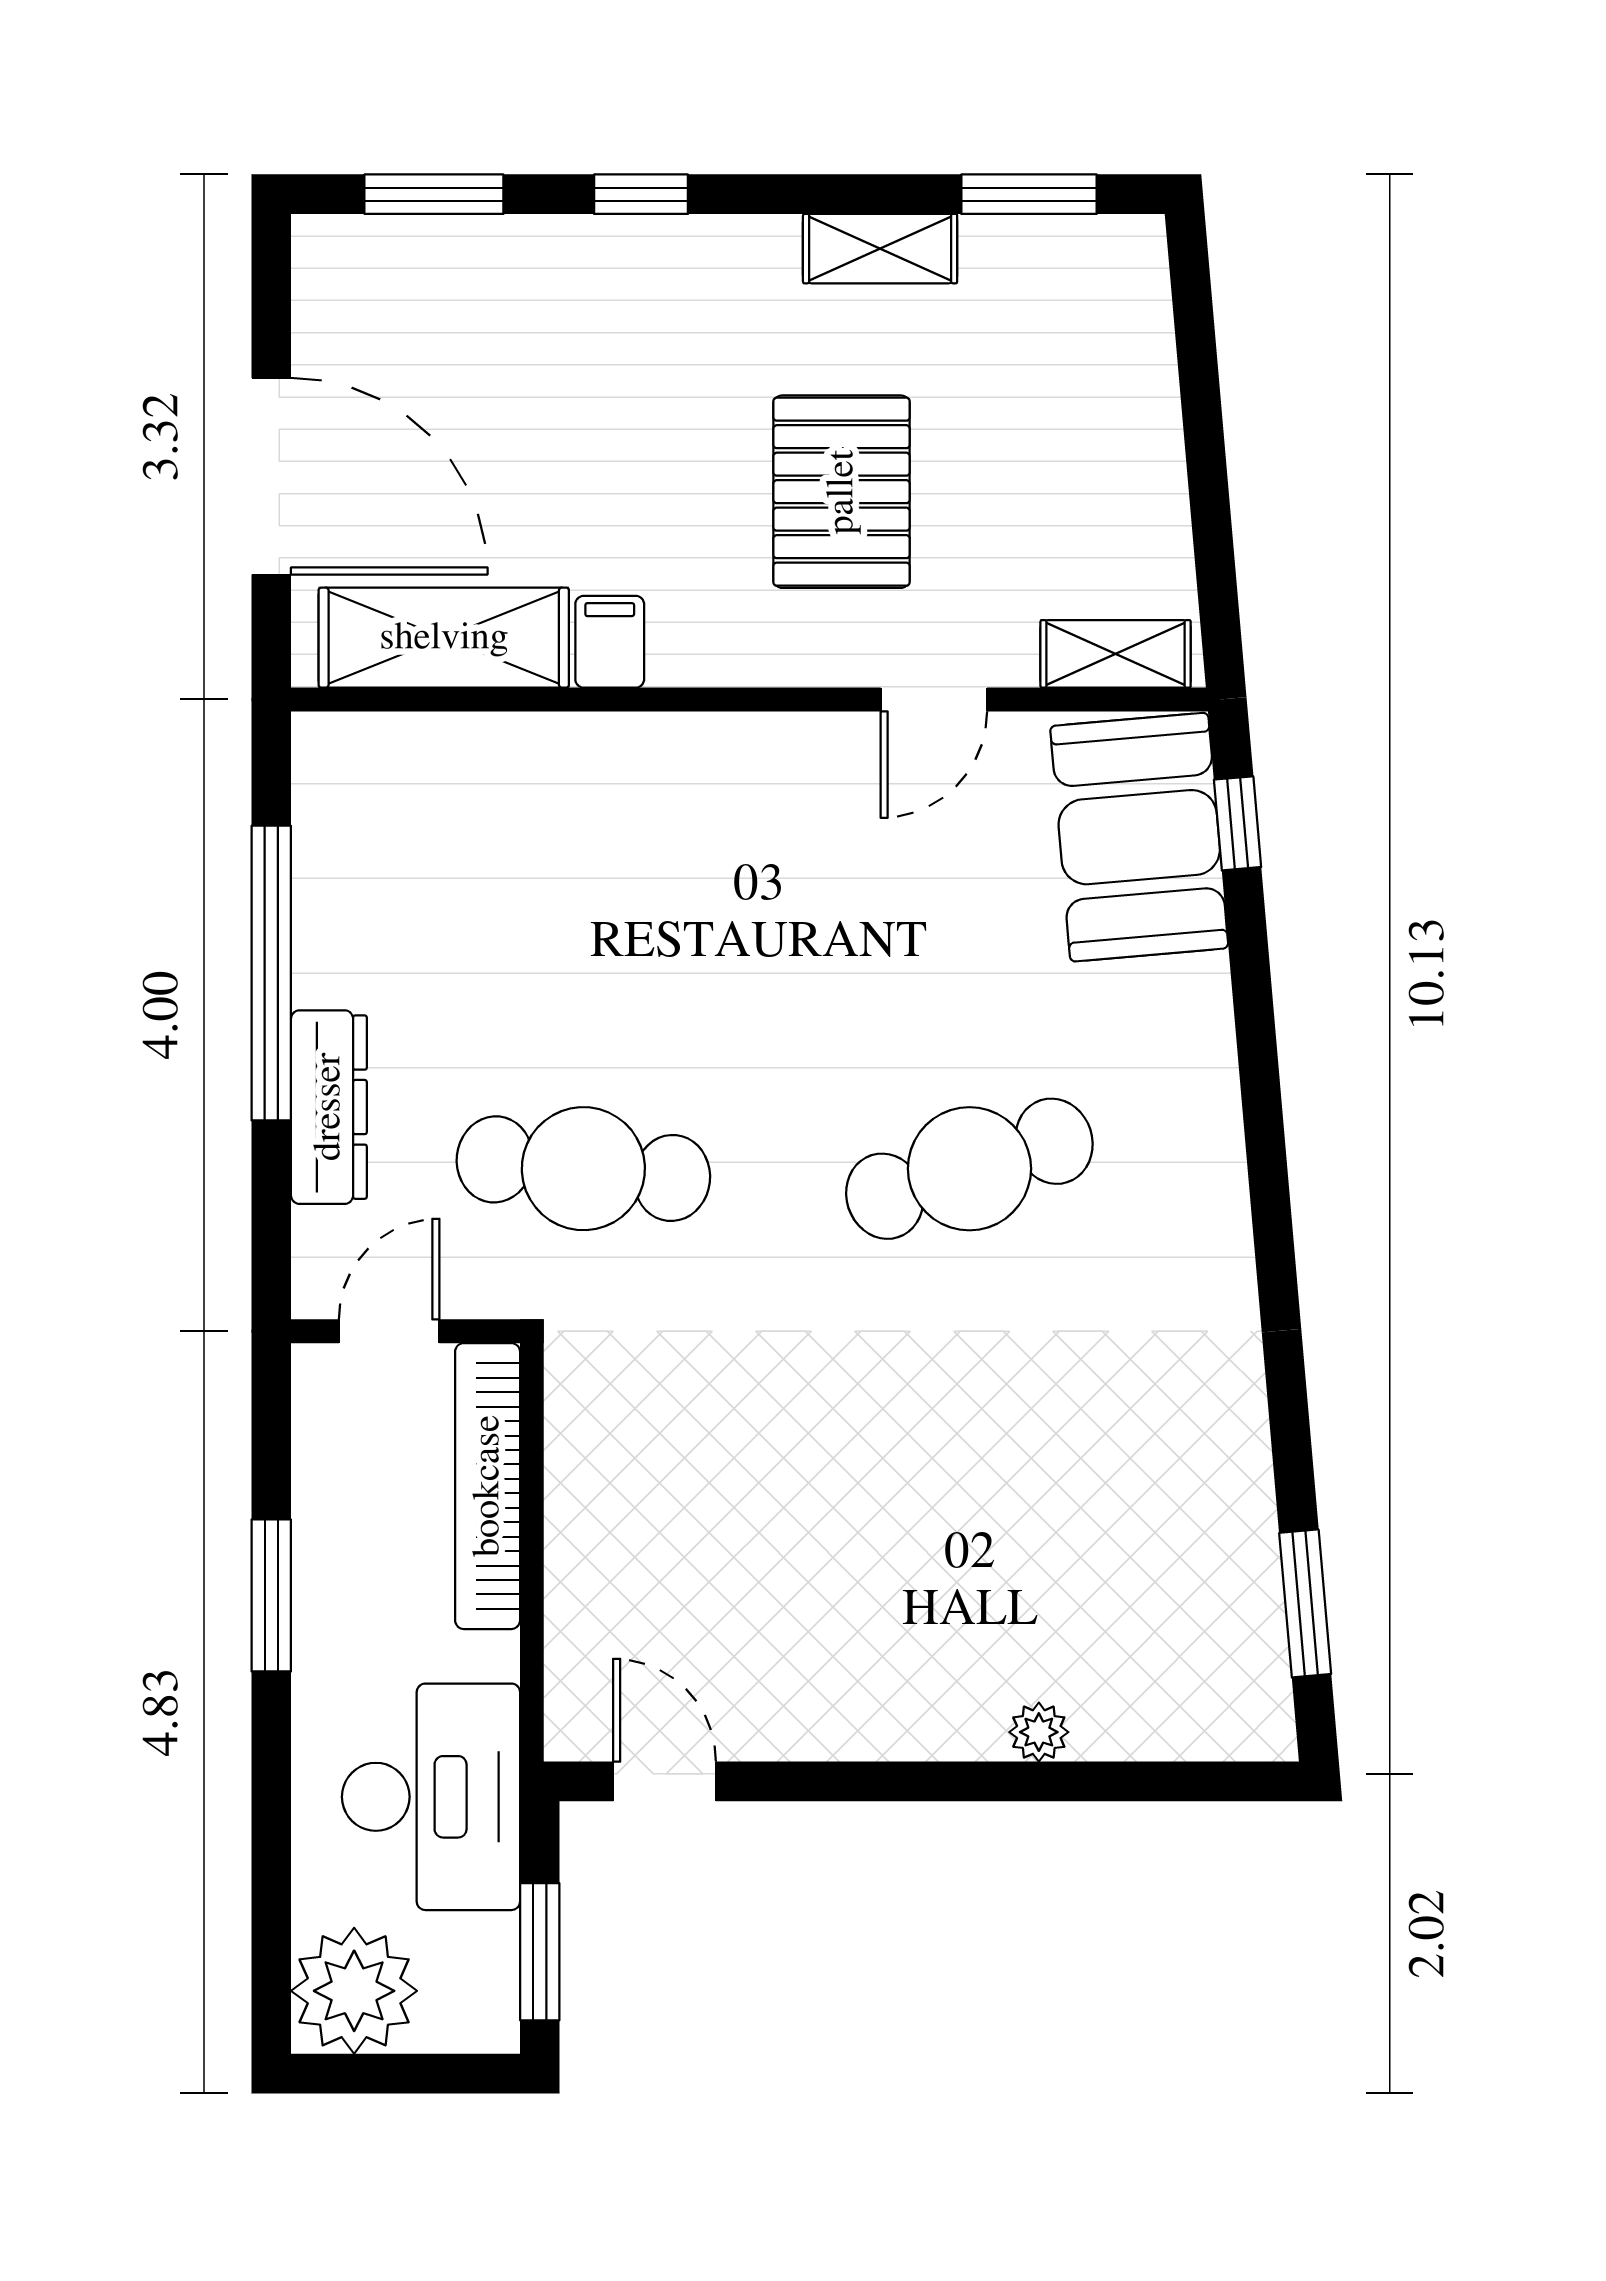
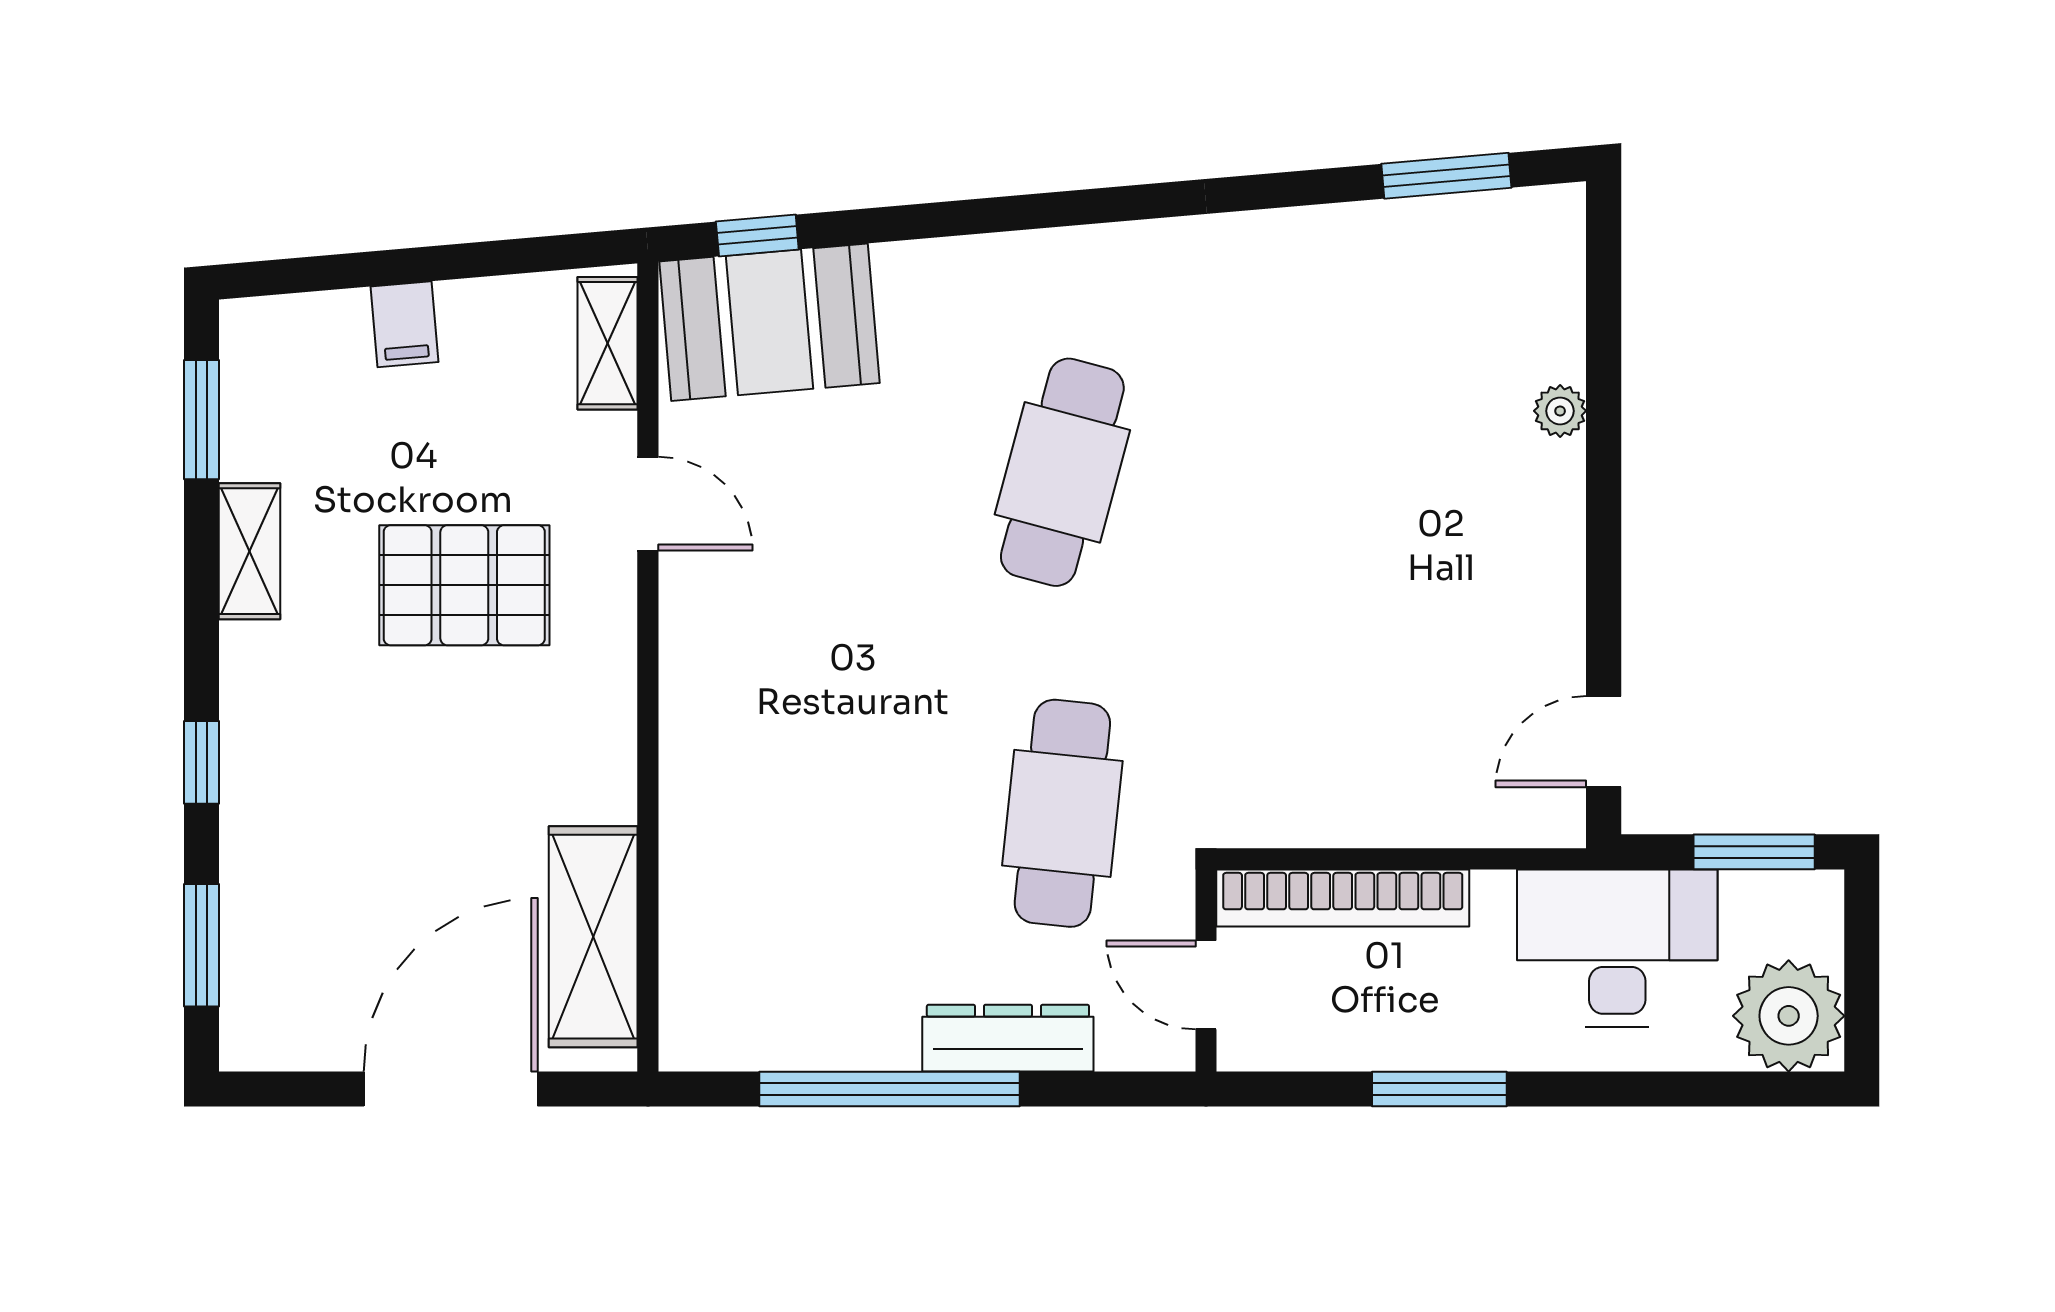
filing cabinet: (610, 642) -> (404, 324), moved, turned -95
cafe table: (969, 1169) -> (1062, 472), turned 33

